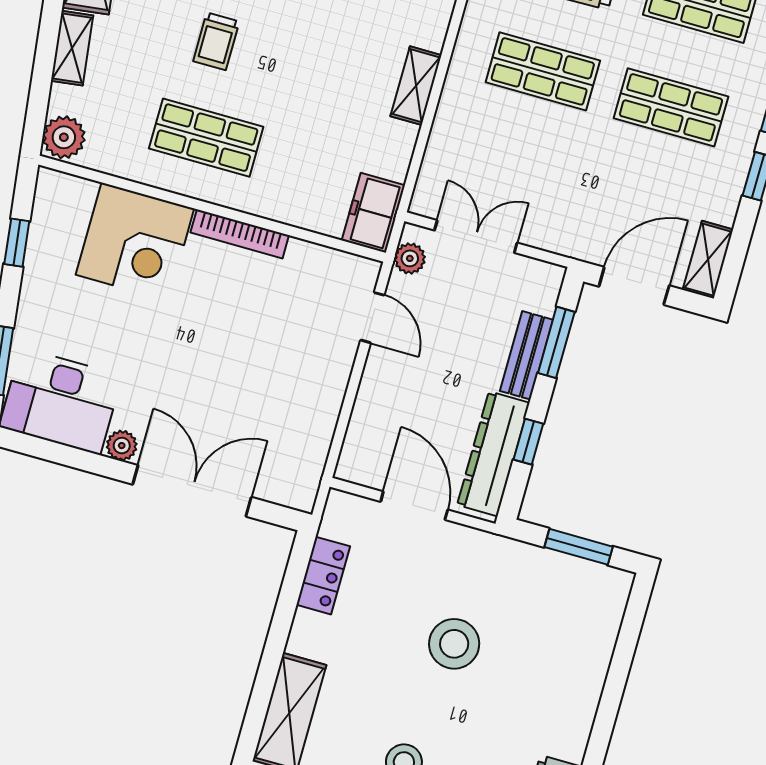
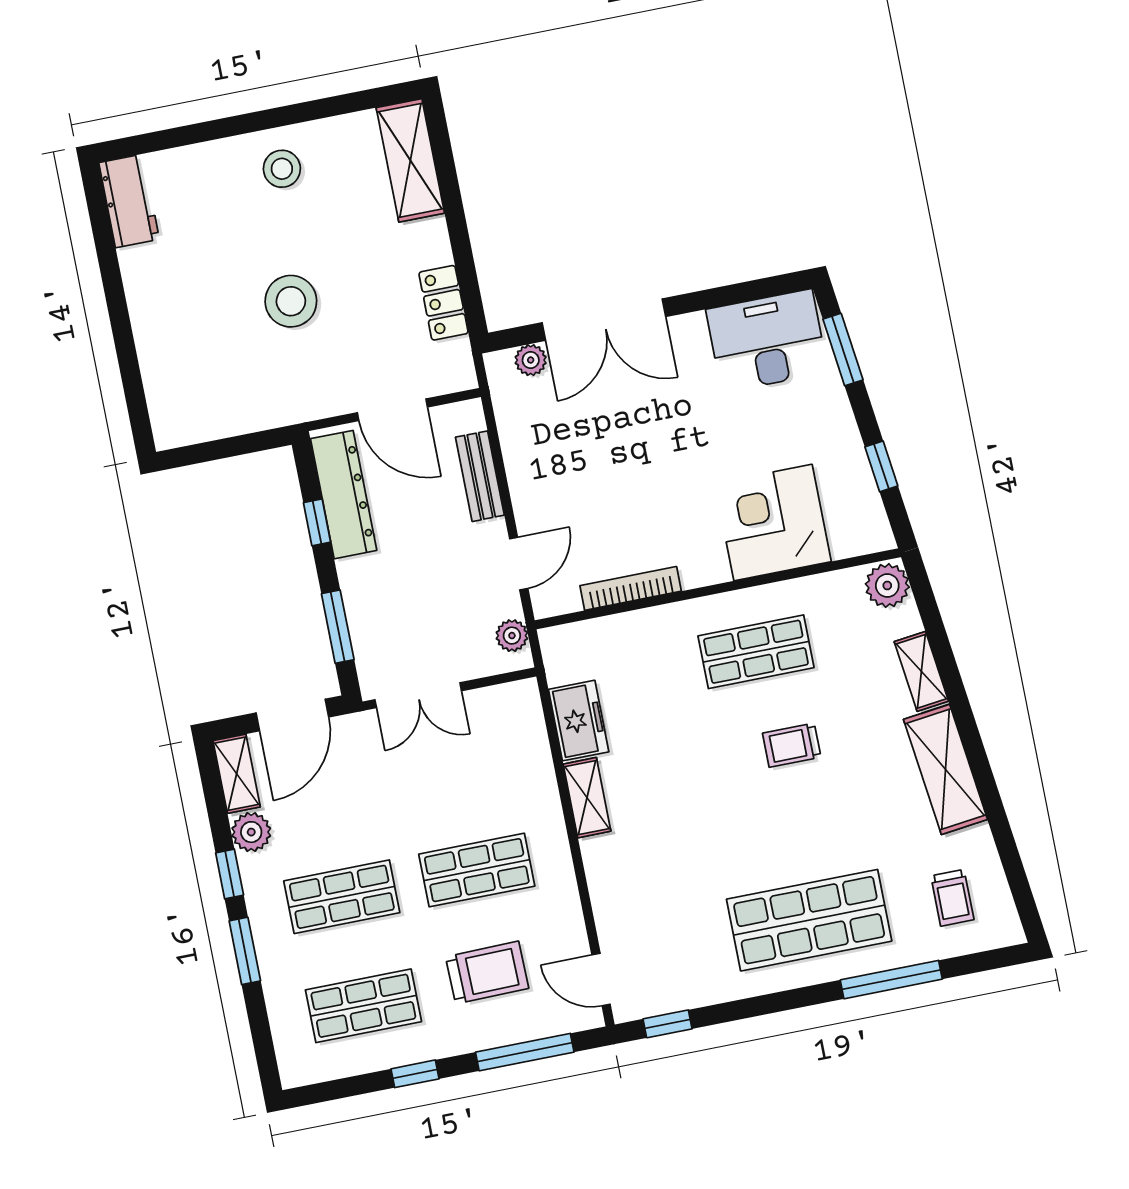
trolley: (216, 41) -> (792, 745), turned -90
plant: (721, 203) -> (251, 832), added
freezer: (373, 213) -> (579, 721), moved
bookcase: (240, 234) -> (631, 588), moved
double door: (476, 236) -> (418, 695), moved
door: (372, 318) -> (519, 564), swing flipped
bench: (526, 355) -> (480, 476), moved
plant: (122, 446) -> (531, 360), moved
window: (579, 547) -> (222, 449), removed

